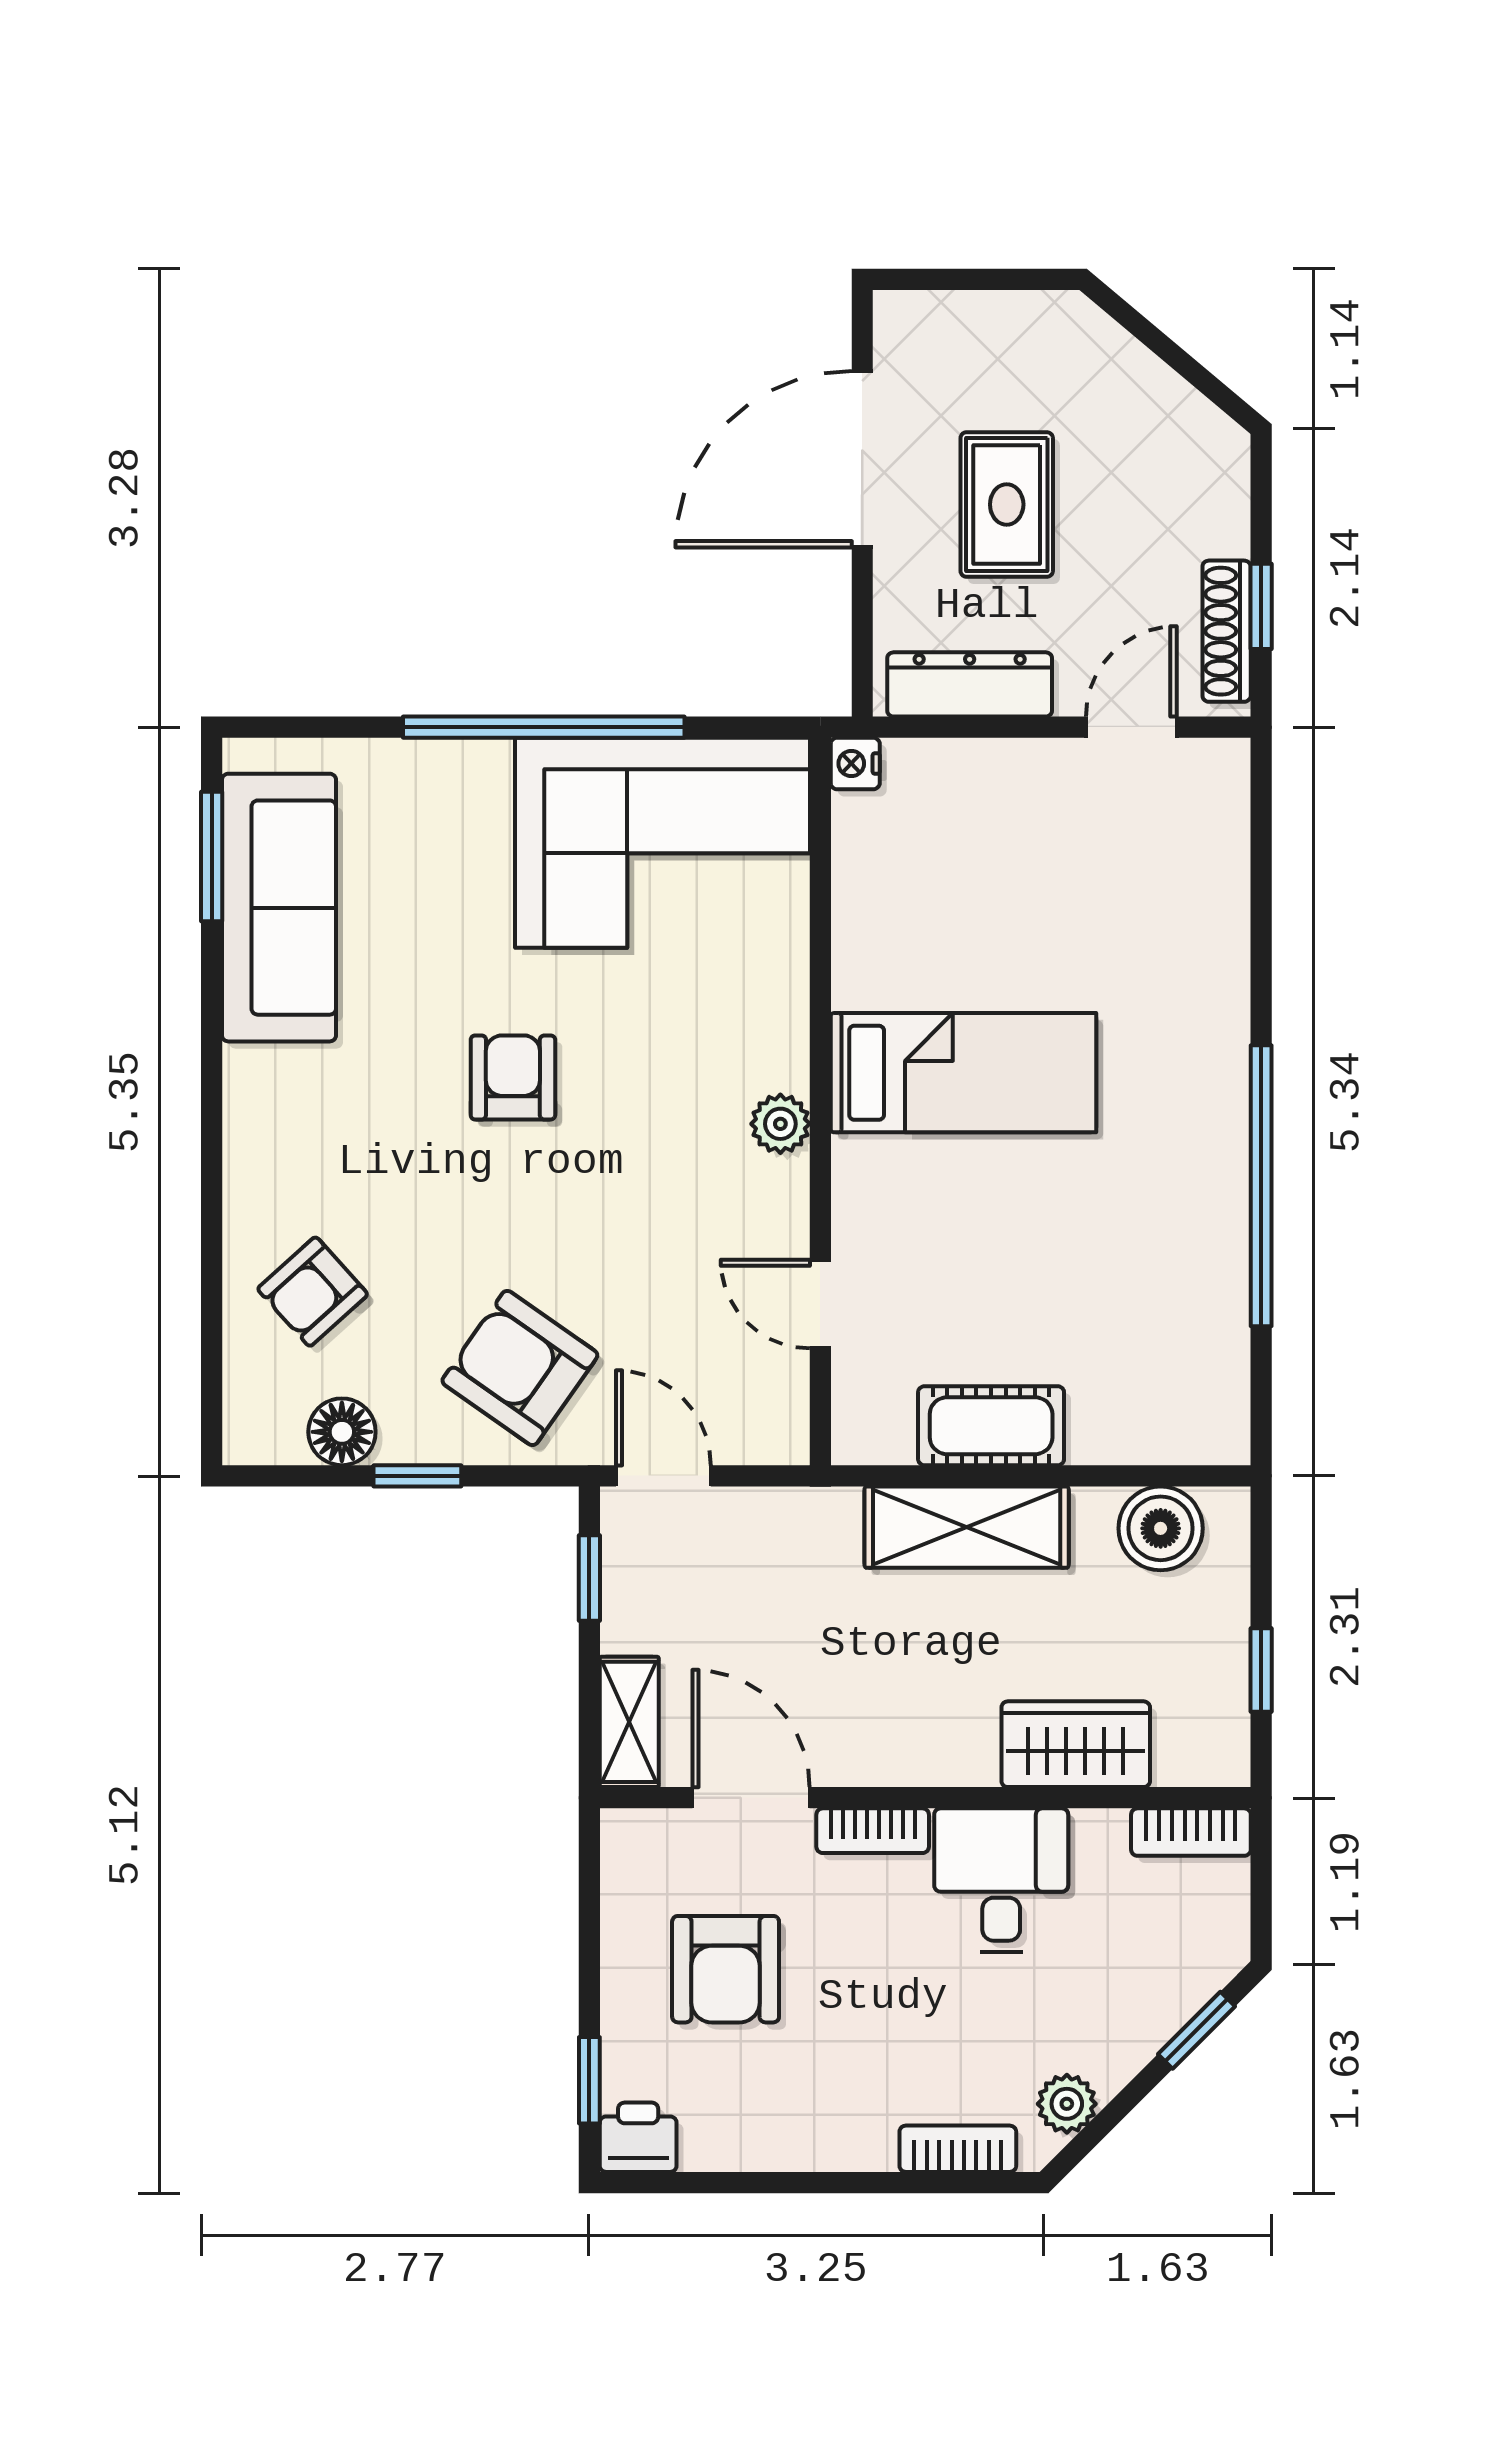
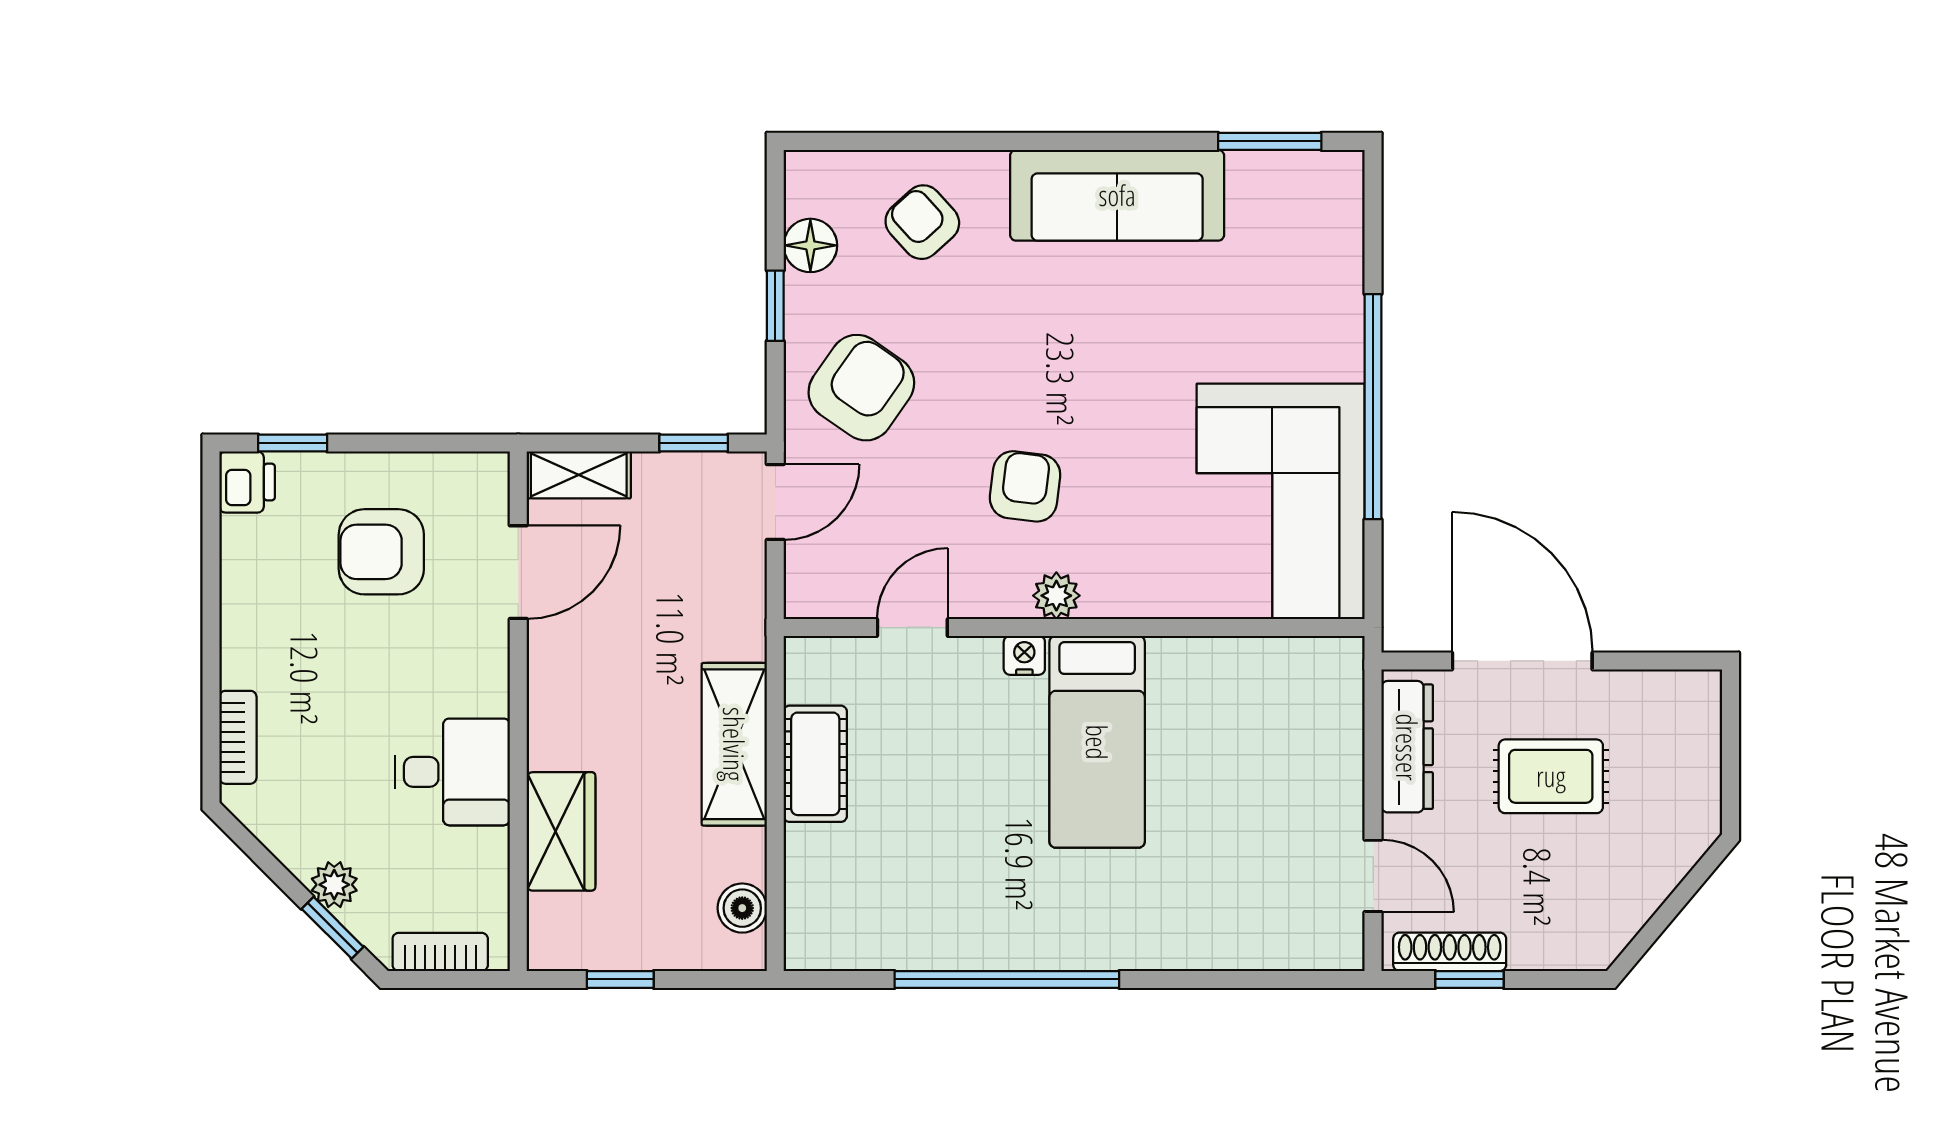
door: (862, 459) -> (1522, 661), moved
nightstand: (855, 764) -> (1024, 655), moved
sofa: (279, 908) -> (1117, 195), moved
armchair: (513, 1077) -> (1025, 486), moved, turned -83
boiler: (1161, 1528) -> (742, 908), width x0.73, depth x0.73
bookcase: (873, 1831) -> (492, 669), removed
bookcase: (1191, 1832) -> (440, 952), moved, turned 90
plant: (1067, 2104) -> (334, 885), moved

